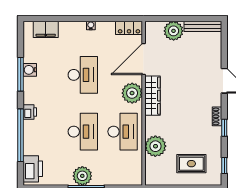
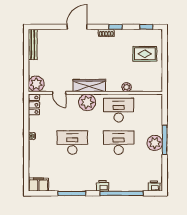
filing cabinet: (46, 29) -> (38, 185), moved, turned -90
plant: (174, 31) -> (36, 84), moved
door: (144, 59) -> (59, 93), width x0.53
water cooler: (30, 70) -> (68, 186), removed
plant: (155, 146) -> (127, 87), width x0.53, depth x0.53
rug: (191, 164) -> (145, 54), turned 90
printer: (33, 169) -> (154, 186), width x0.53, depth x0.68

